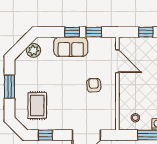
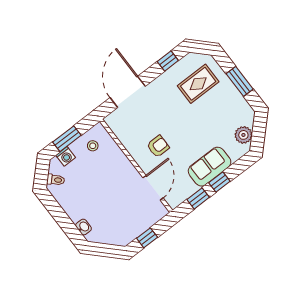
door: (117, 61) -> (153, 188), swing flipped
armchair: (94, 85) -> (158, 146), turned -86
rug: (37, 106) -> (198, 84), turned 90

